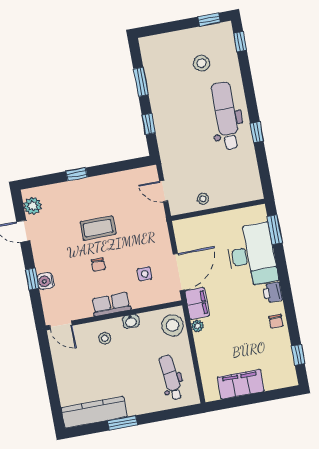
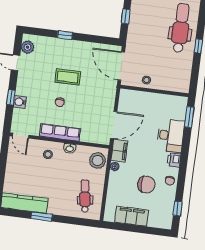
door: (164, 191) -> (121, 66), width x1.87
desk: (252, 255) -> (171, 136), width x0.73, depth x0.77
side table: (145, 274) -> (90, 119), removed
row of seats: (111, 304) -> (60, 132), width x1.48
chair: (247, 336) -> (146, 185), added

